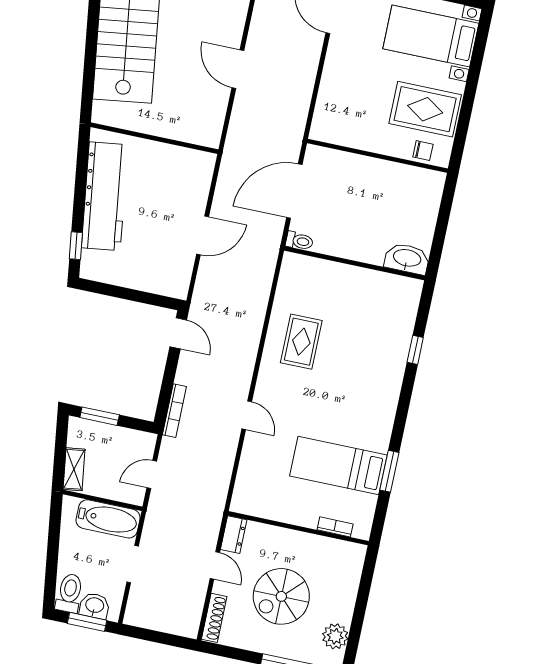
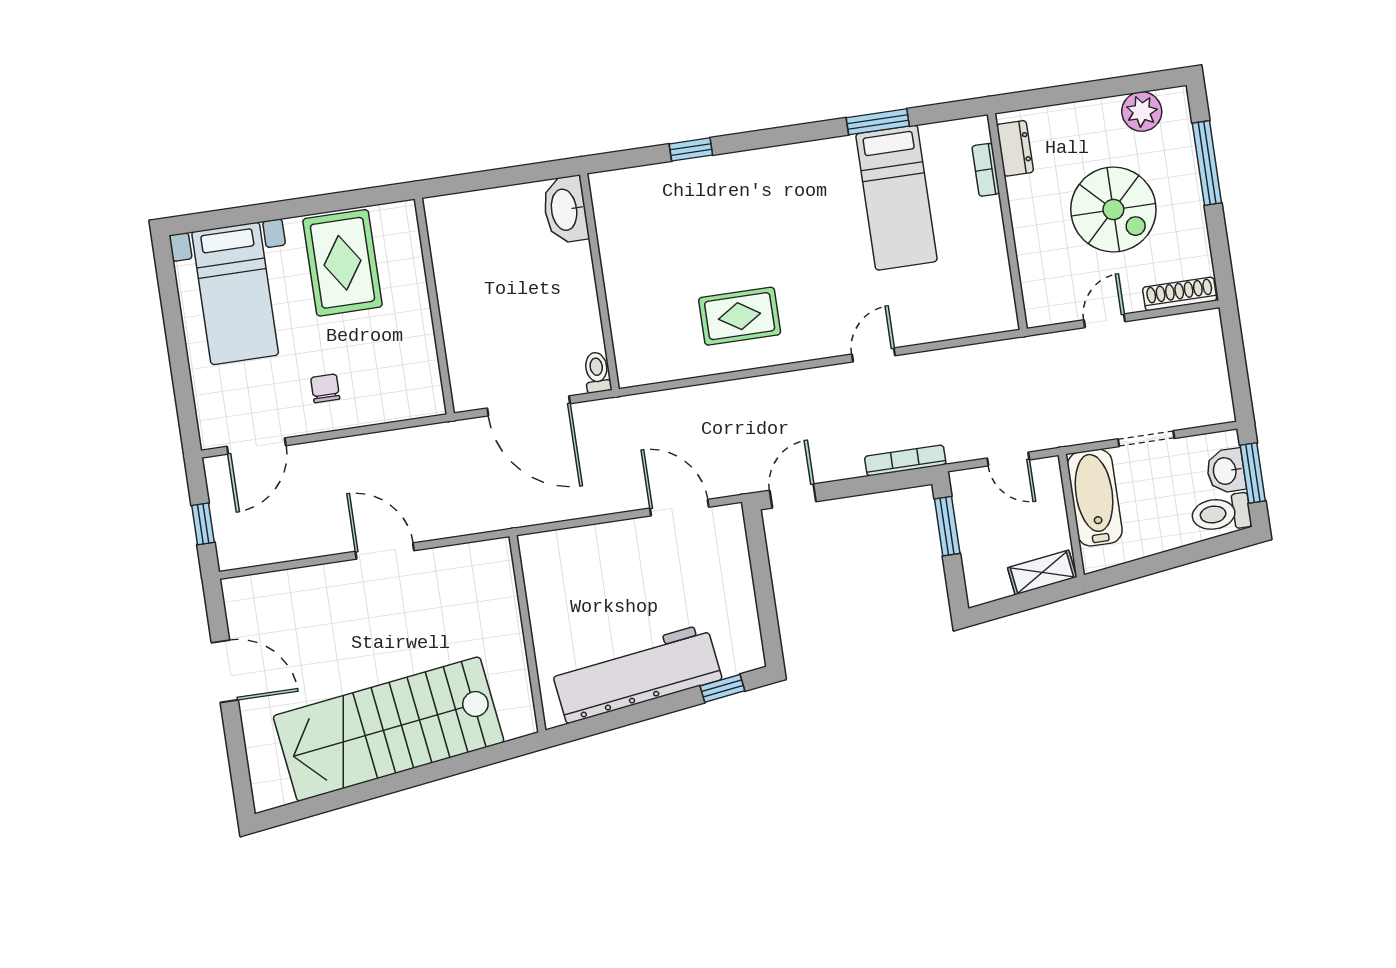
door: (238, 69) -> (385, 551), swing flipped
chair: (423, 151) -> (325, 388), moved
door: (203, 235) -> (679, 508), moved
window: (100, 416) -> (947, 526), moved
dresser: (234, 535) -> (1015, 148), moved, turned 90

